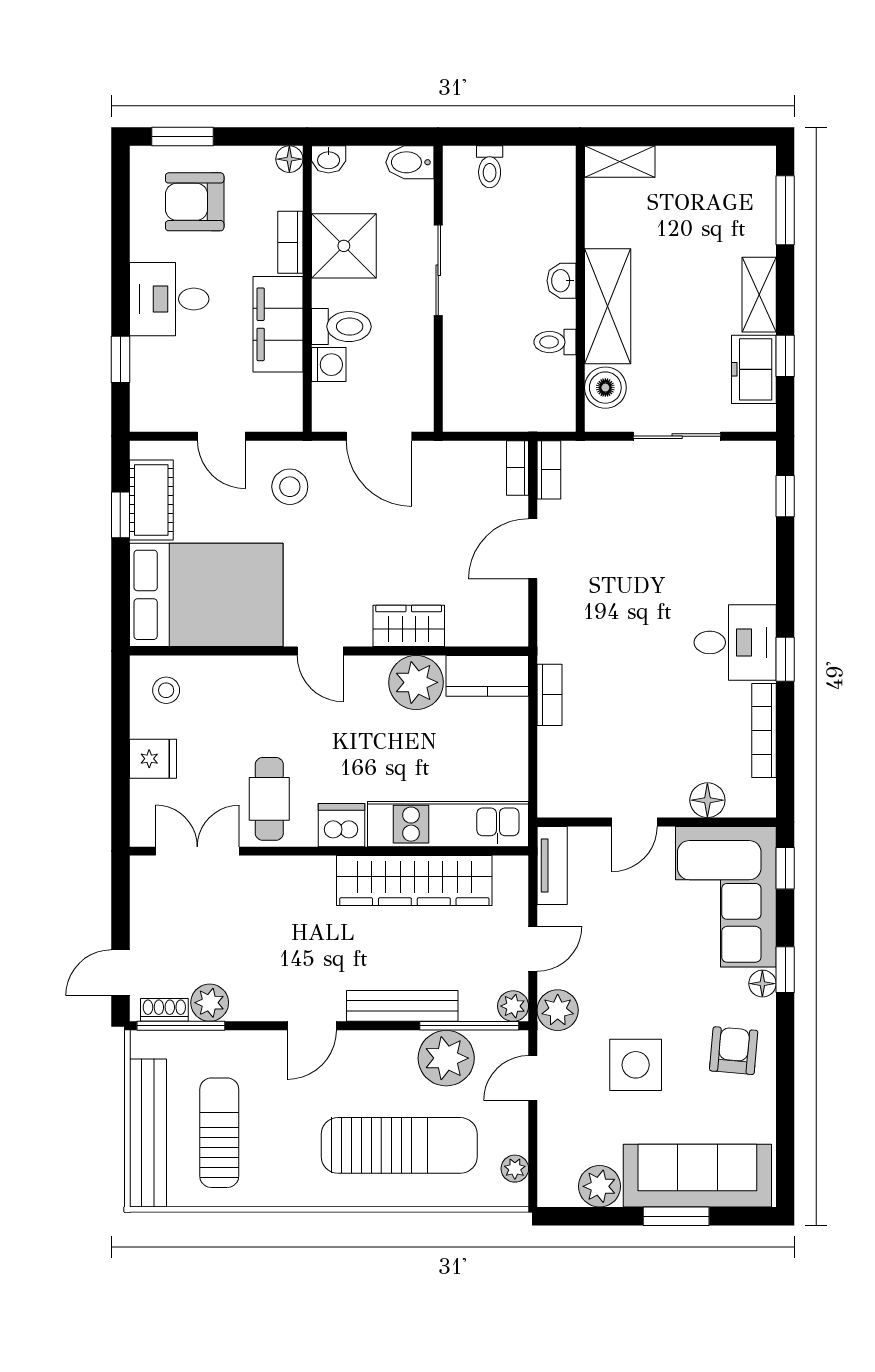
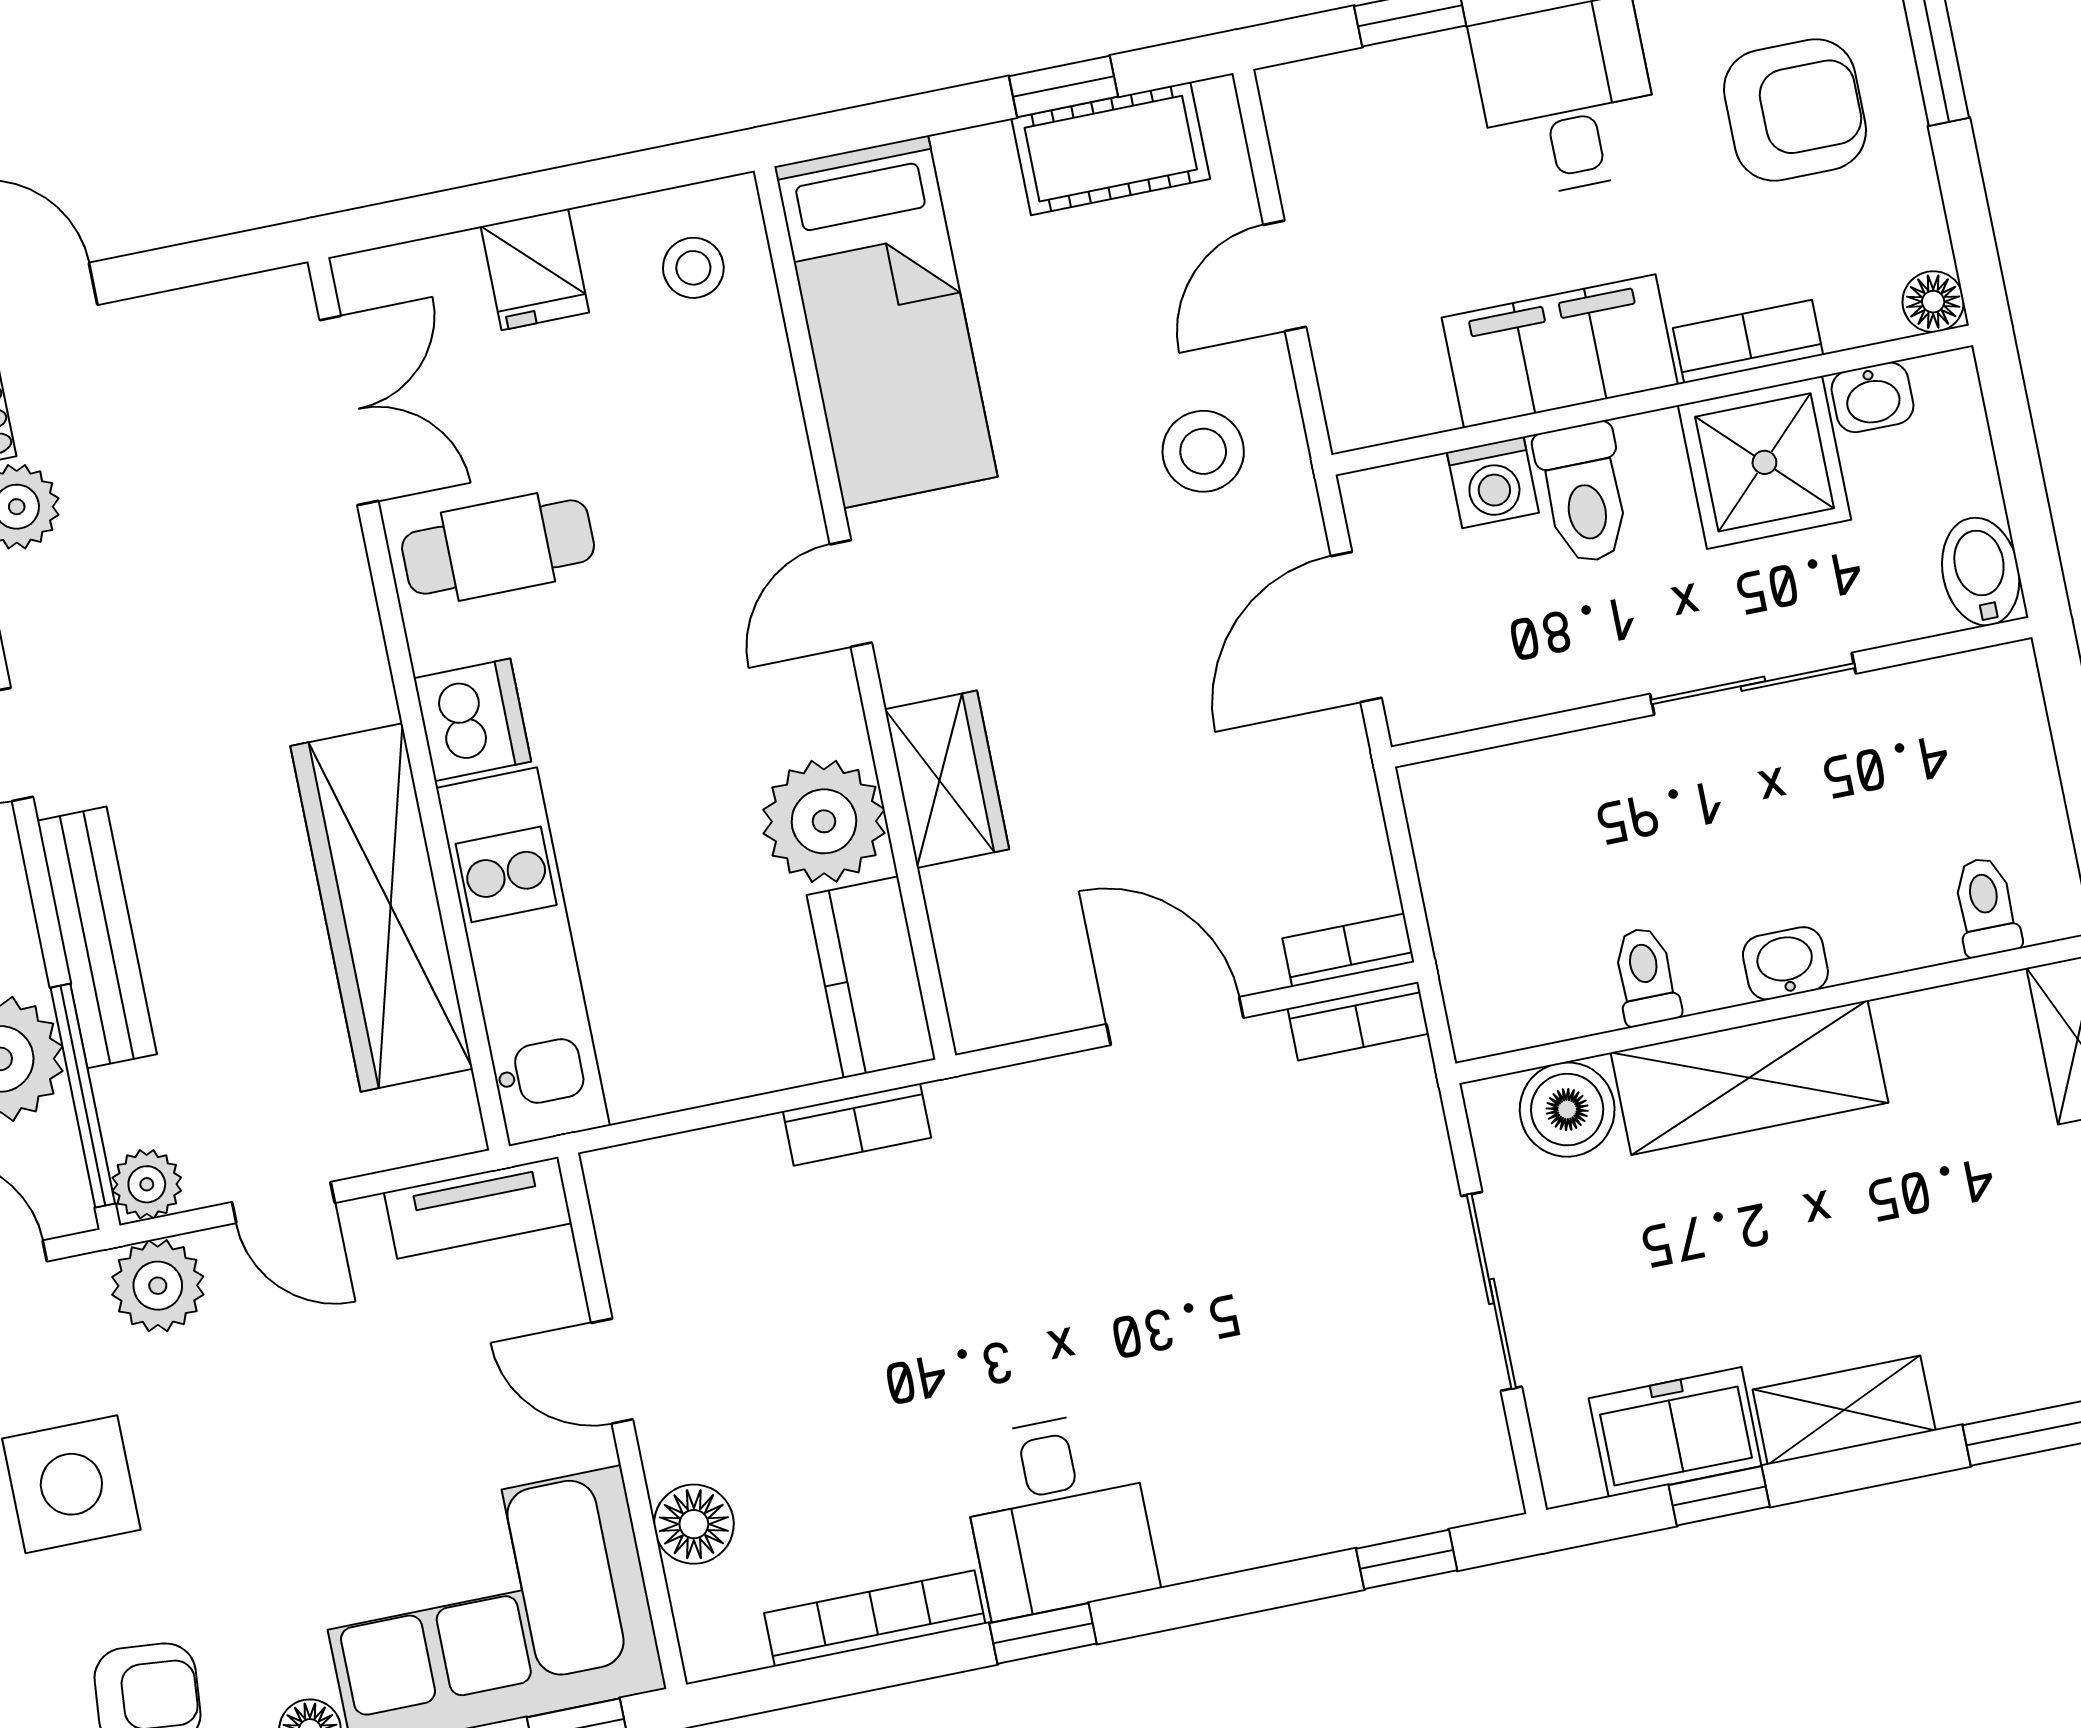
washbasin: (329, 159) -> (1872, 397), moved, turned -90
toilet: (490, 167) -> (1986, 907), moved, turned 90
armchair: (195, 202) -> (1795, 110), turned 90
bed: (206, 595) -> (886, 322), width x0.67

